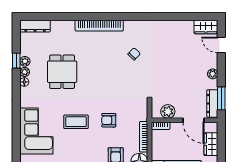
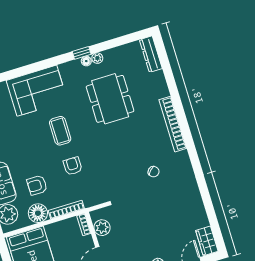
window: (16, 61) -> (82, 53), moved
plant: (25, 61) -> (109, 55), removed
dining table: (62, 72) -> (110, 99), width x1.38

